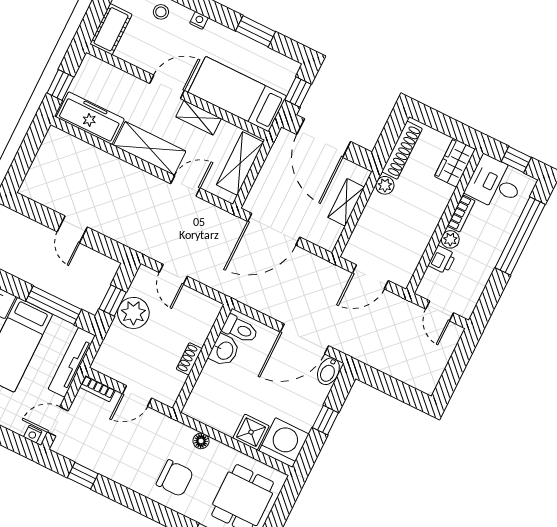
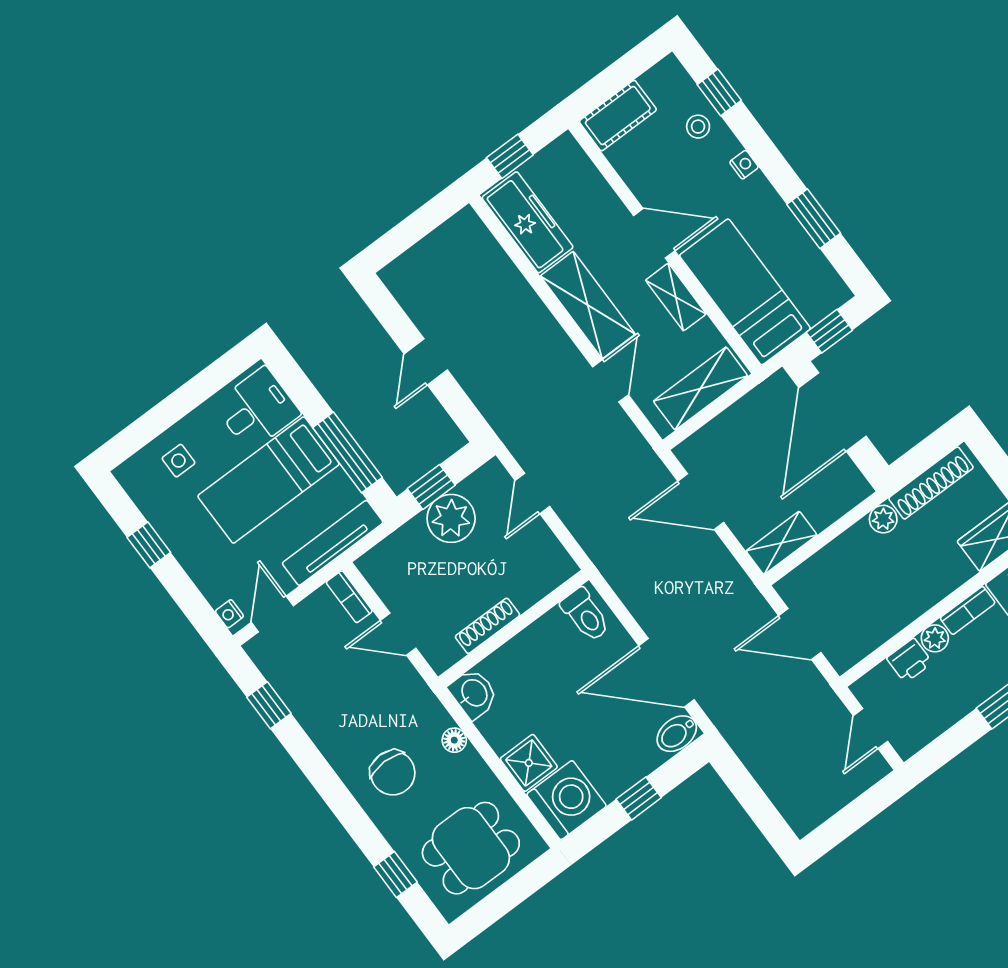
door: (185, 186) -> (610, 381), hinge flipped
shelving: (346, 202) -> (782, 543), moved
door: (274, 229) -> (701, 502), width x0.73
washbasin: (224, 350) -> (474, 693), moved, turned -90
shoe rack: (189, 359) -> (487, 626), width x1.43
door: (58, 421) -> (272, 614), hinge flipped

